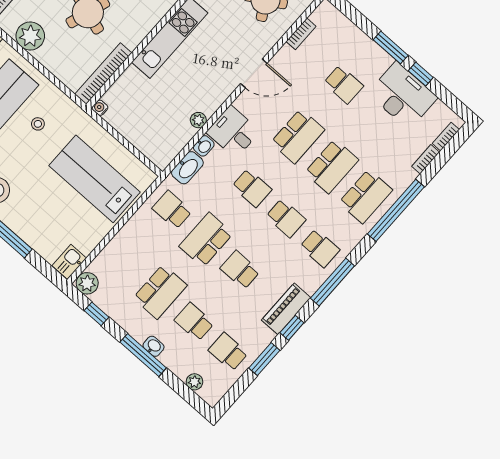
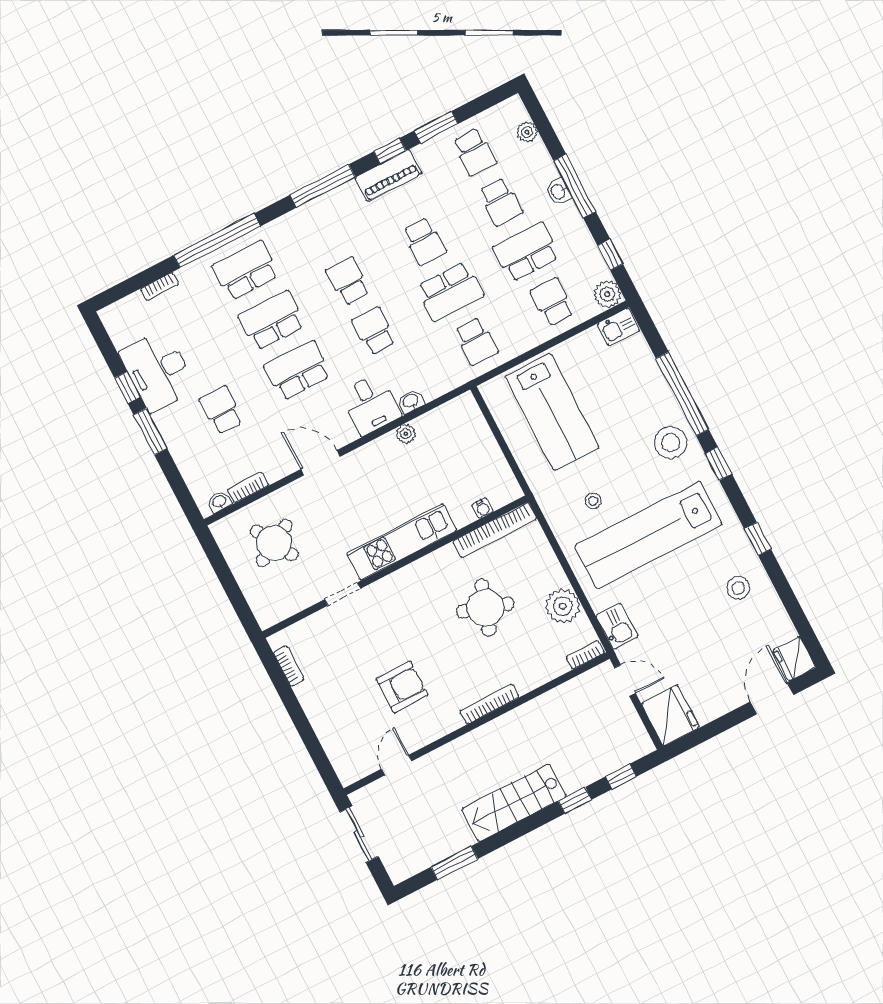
water cooler: (100, 108) -> (482, 508), moved
bookcase: (446, 137) -> (126, 304), removed
washbasin: (187, 168) -> (219, 502), moved, width x0.52, depth x0.69
school desk: (320, 248) -> (552, 302), moved

